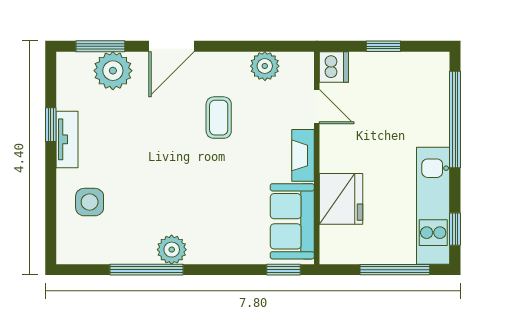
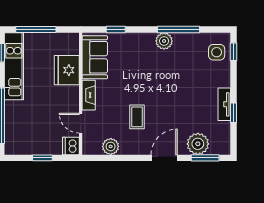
side table: (90, 202) -> (217, 52), moved
window: (51, 231) -> (234, 52), added
window: (283, 270) -> (116, 30), moved

